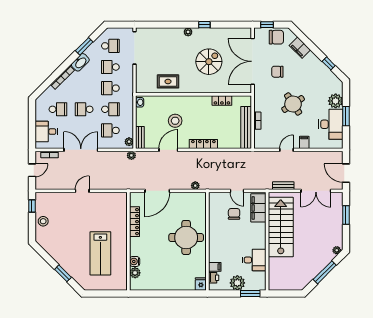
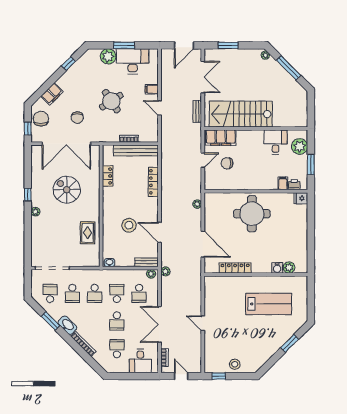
locker: (203, 144) -> (153, 182), moved
plant: (237, 283) -> (300, 146), moved
window: (250, 293) -> (311, 165), moved

